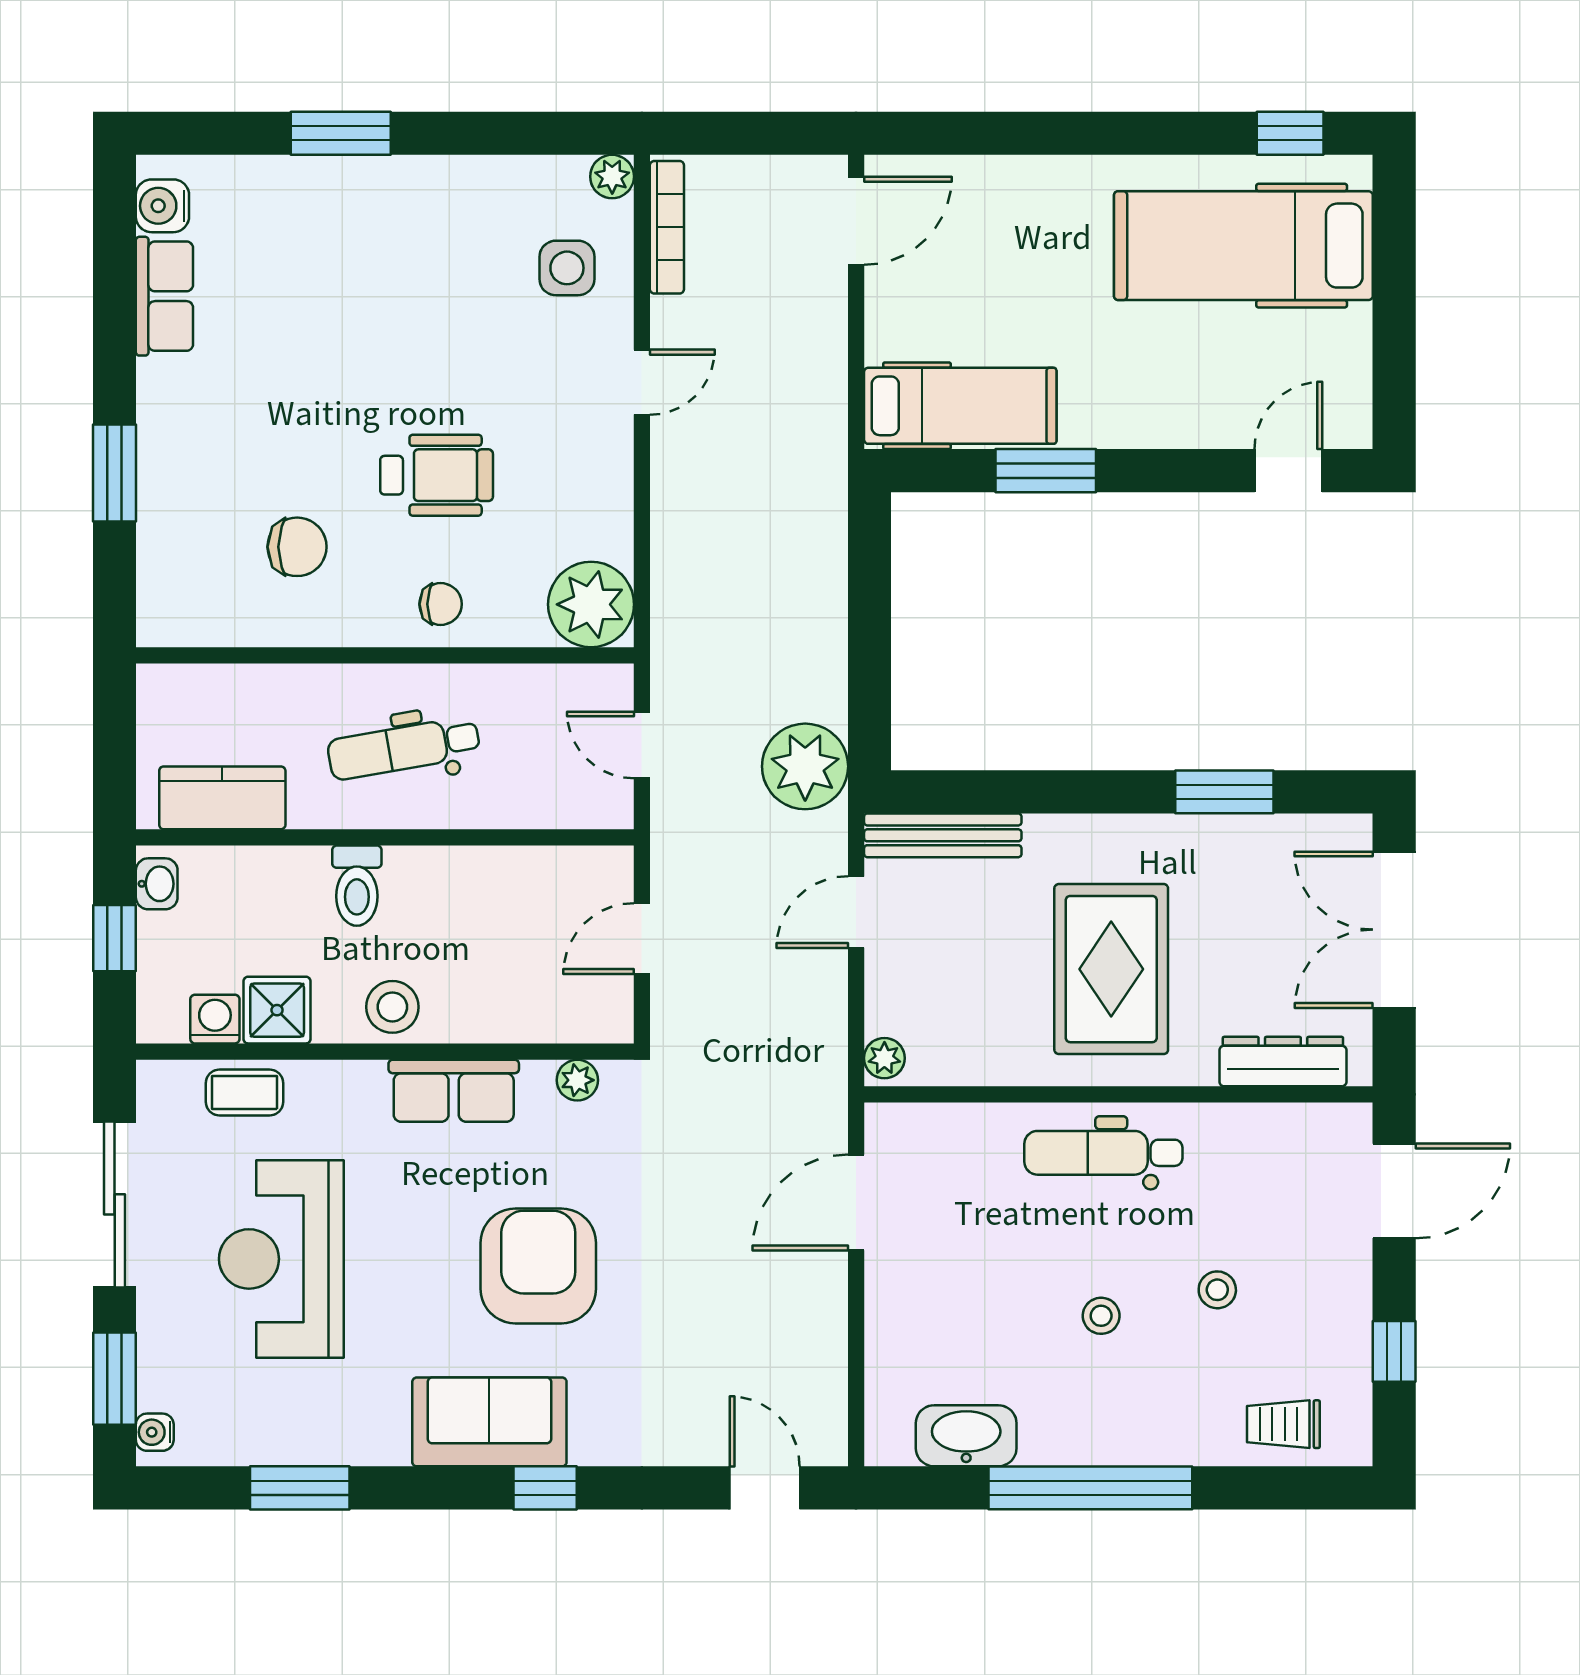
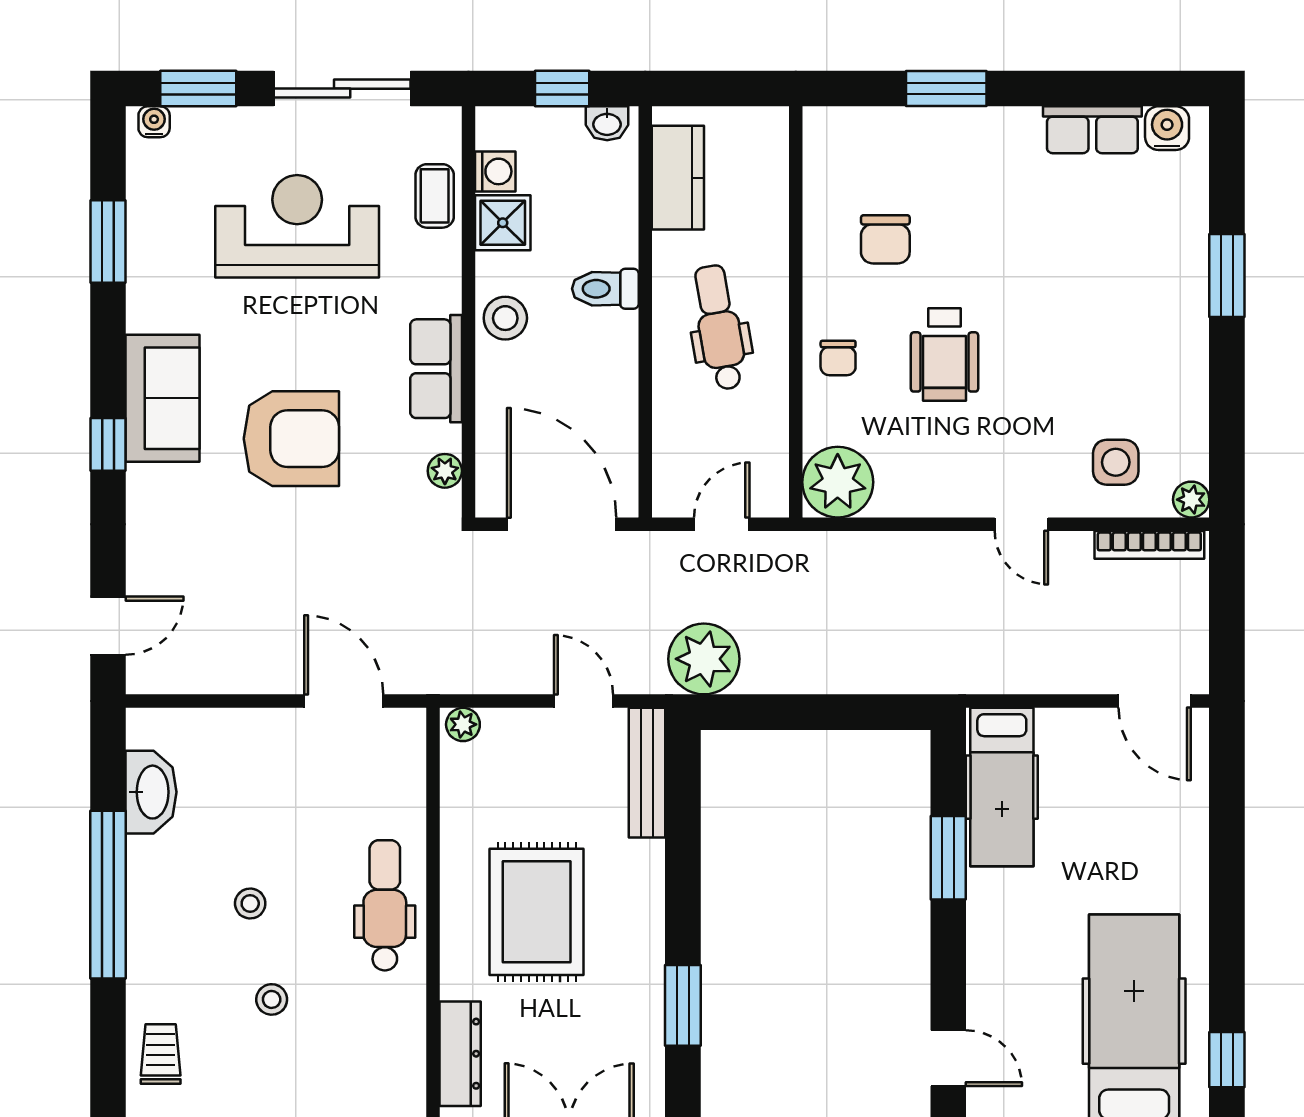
door: (642, 939) -> (562, 524), width x1.88
rug: (1111, 969) -> (537, 912), turned 90

